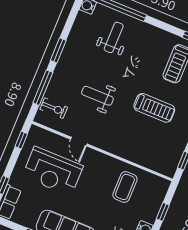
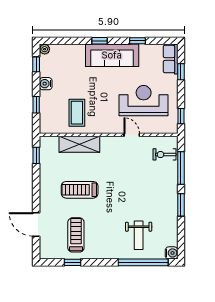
weight bench: (97, 96) -> (132, 180), removed
shelving: (136, 154) -> (79, 144), added

